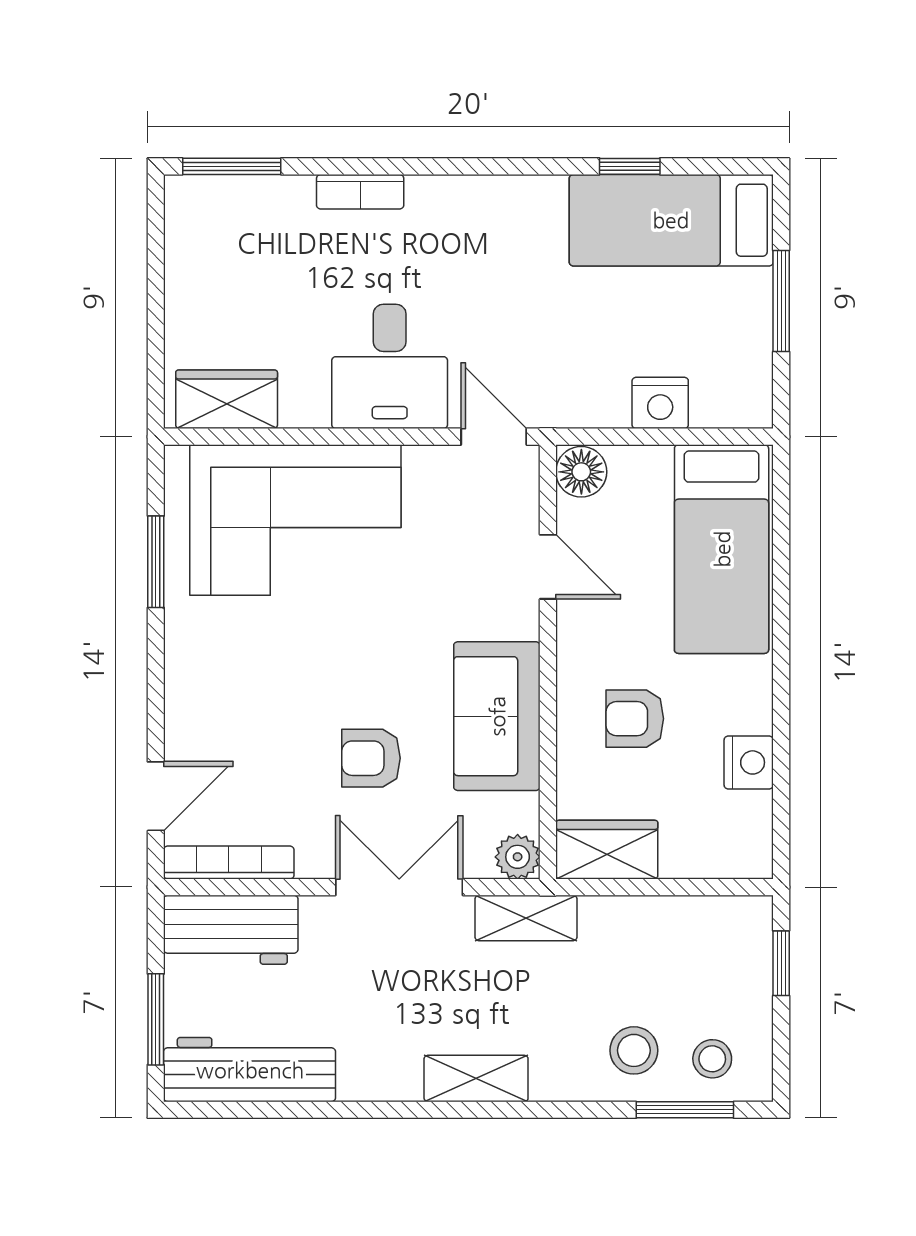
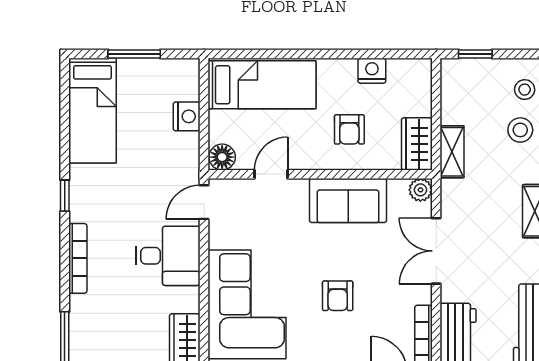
window: (630, 166) -> (65, 196), moved
bookcase: (360, 192) -> (78, 258), width x1.56
armchair: (371, 758) -> (338, 296), moved
shelving: (526, 918) -> (452, 152), moved

